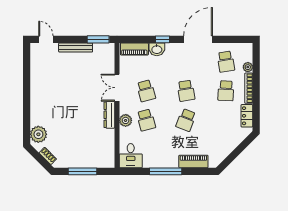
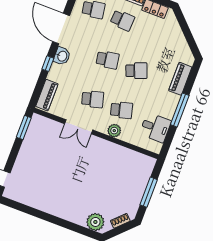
bench: (76, 47) -> (23, 153), removed
washbasin: (157, 49) -> (62, 56), moved
dresser: (109, 115) -> (103, 144), removed
school desk: (186, 120) -> (136, 71), turned -42
desk: (131, 156) -> (155, 128), moved

